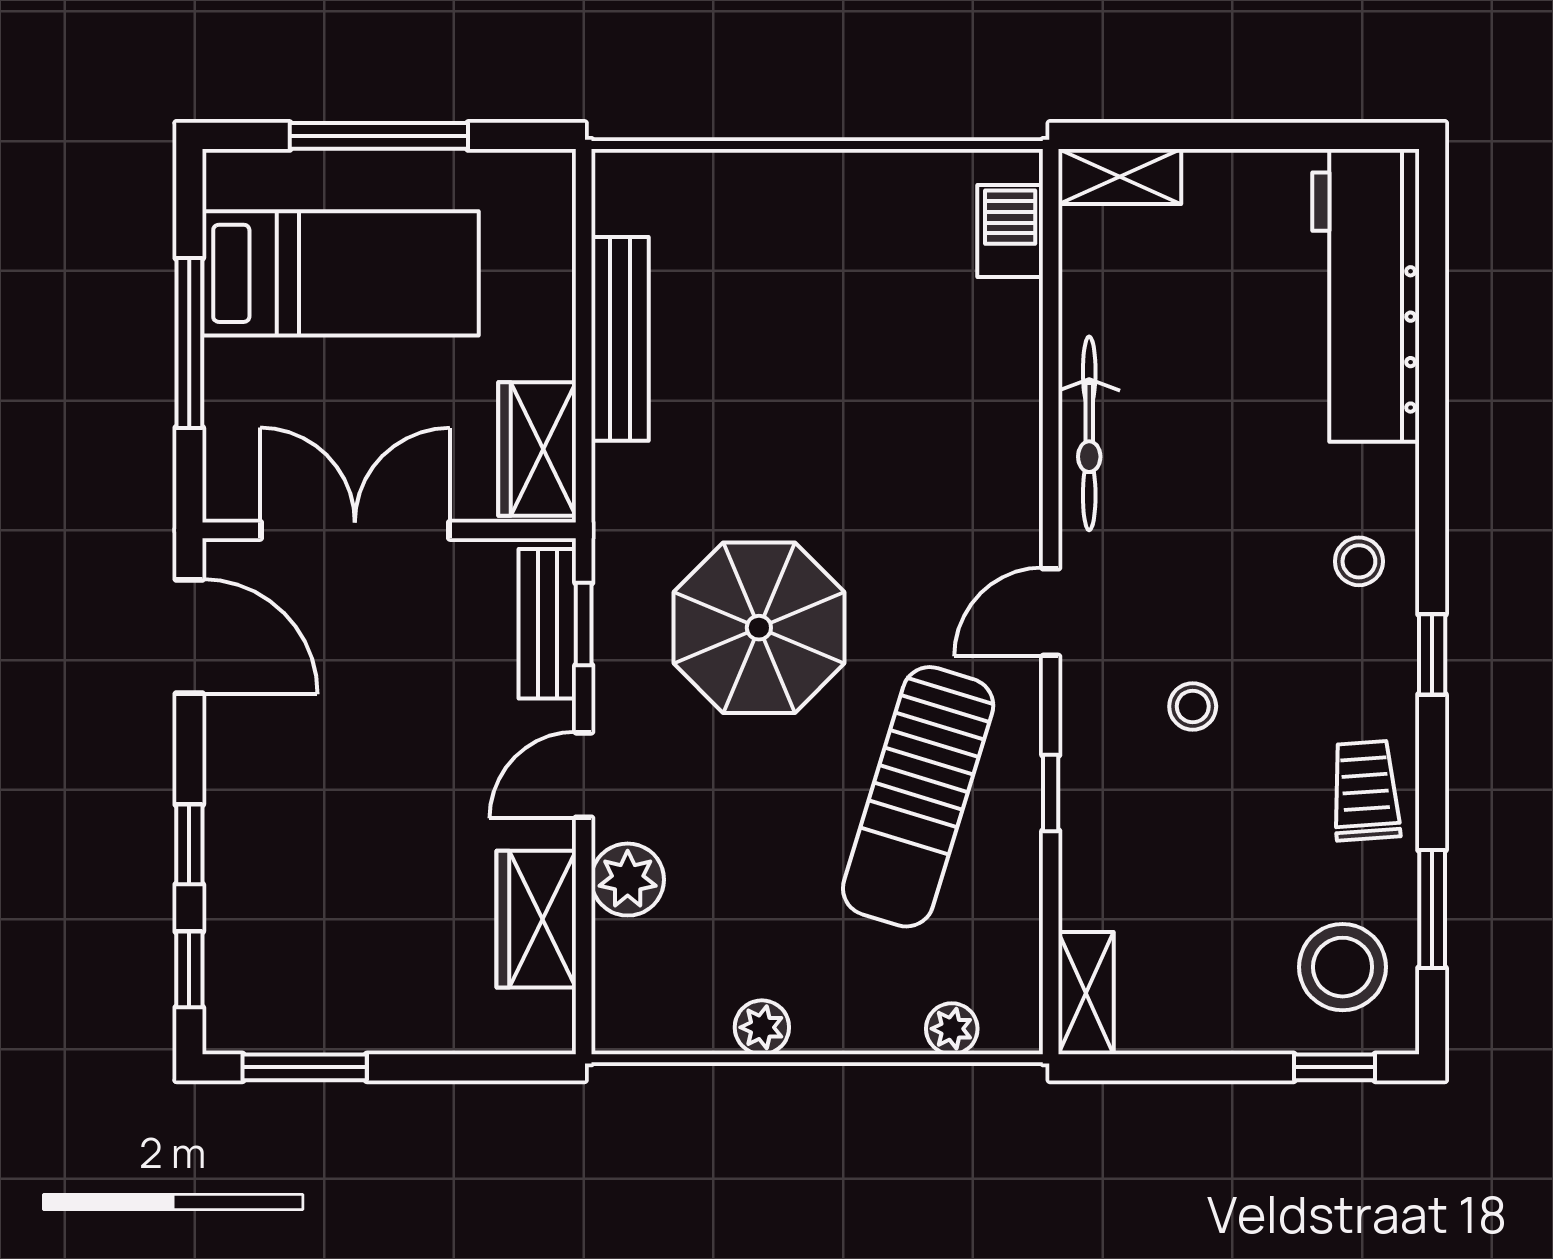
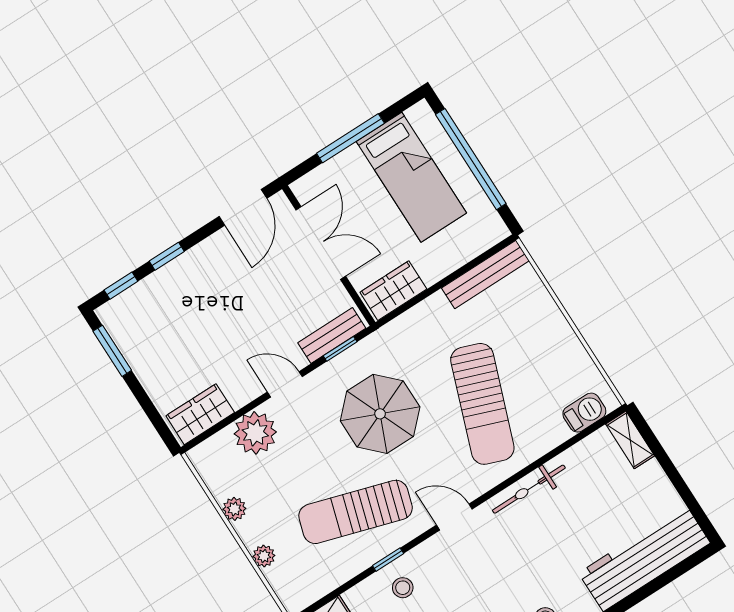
window: (379, 136) -> (471, 159), width x1.46
bench: (620, 339) -> (485, 274), moved
sun lounger: (867, 417) -> (482, 404), added
stool: (1193, 706) -> (403, 588), moved
plant: (628, 880) -> (255, 433), width x1.36, depth x1.36
wardrobe: (536, 919) -> (200, 414), moved
plant: (952, 1029) -> (264, 556), moved

